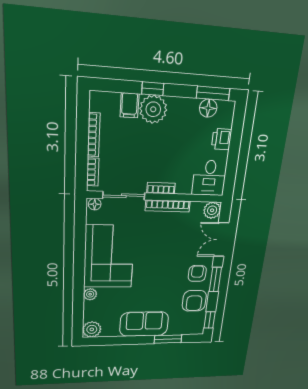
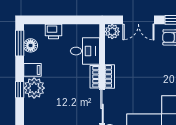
filing cabinet: (129, 105) -> (32, 70), moved
desk: (209, 178) -> (85, 51), moved
bookcase: (168, 206) -> (110, 76), width x0.64

